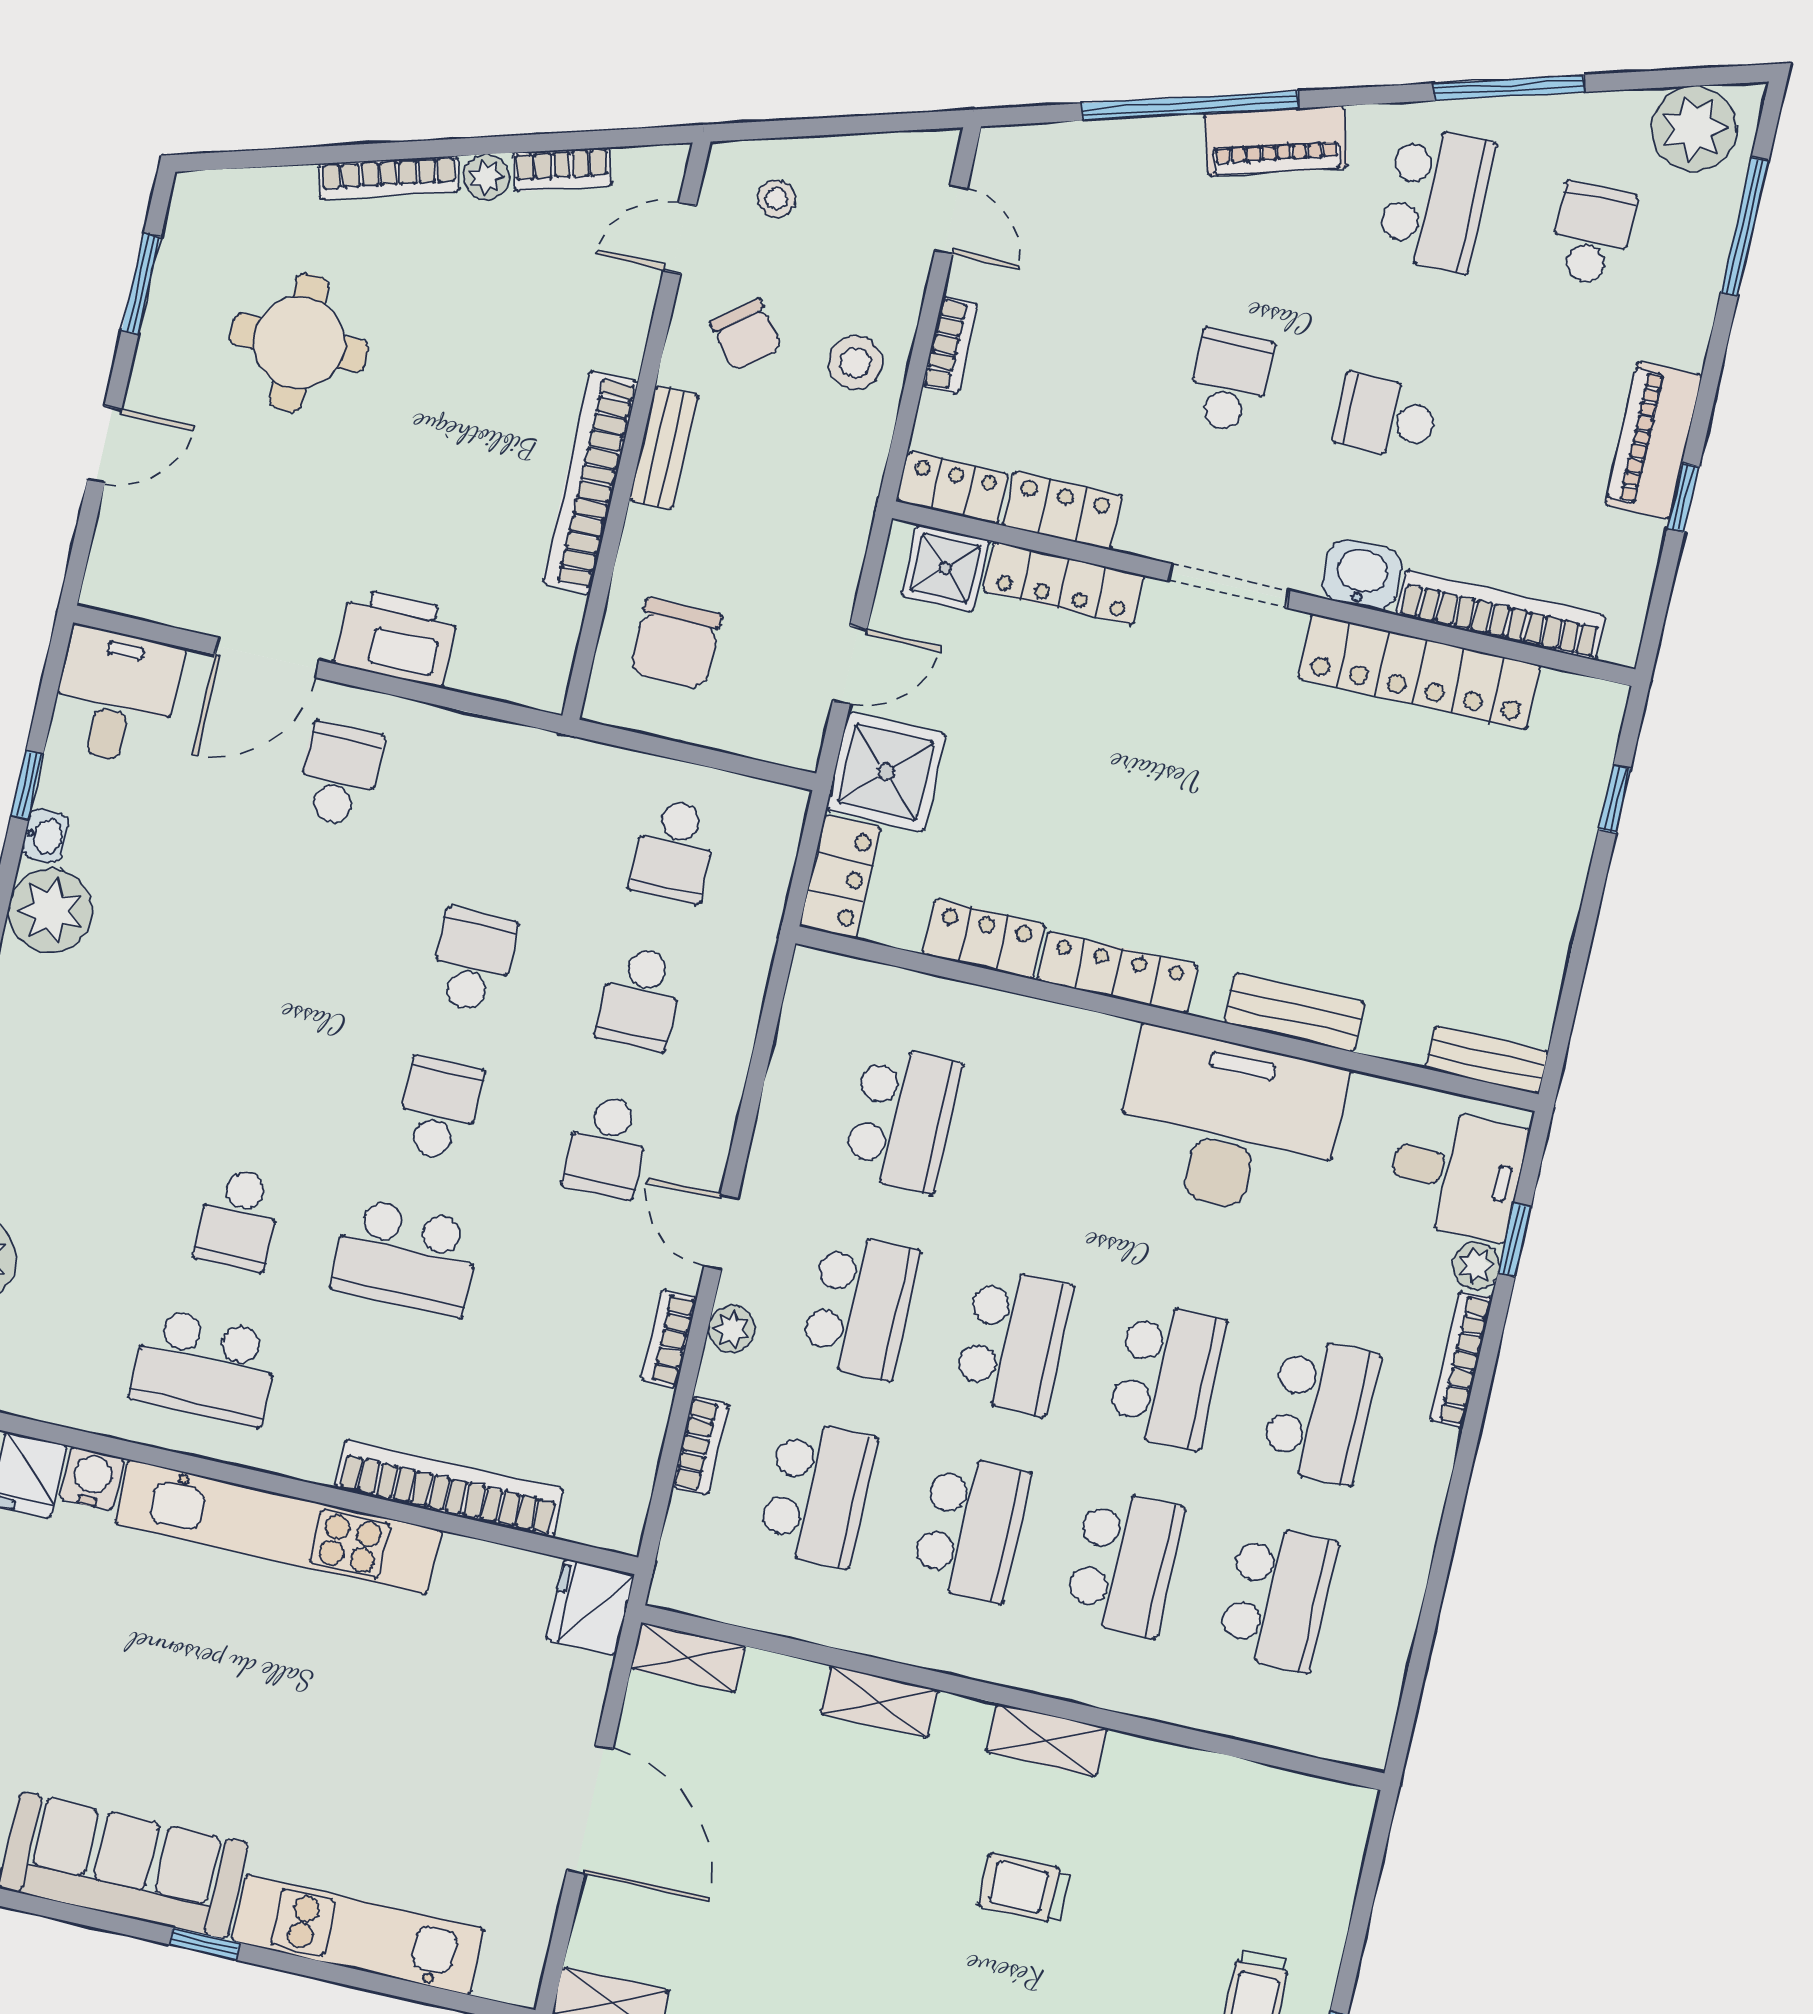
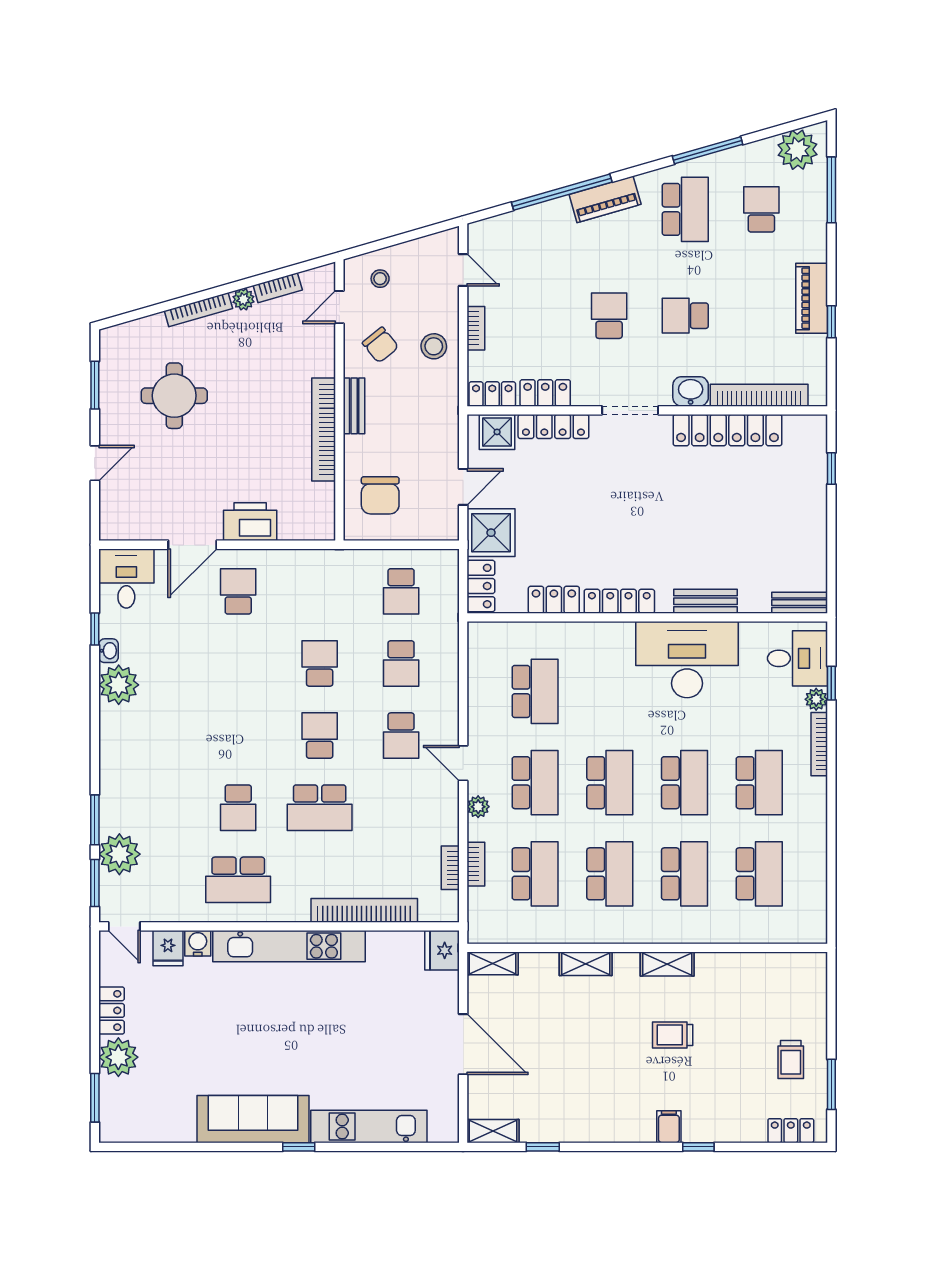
bookcase: (669, 1339) -> (450, 868), moved

